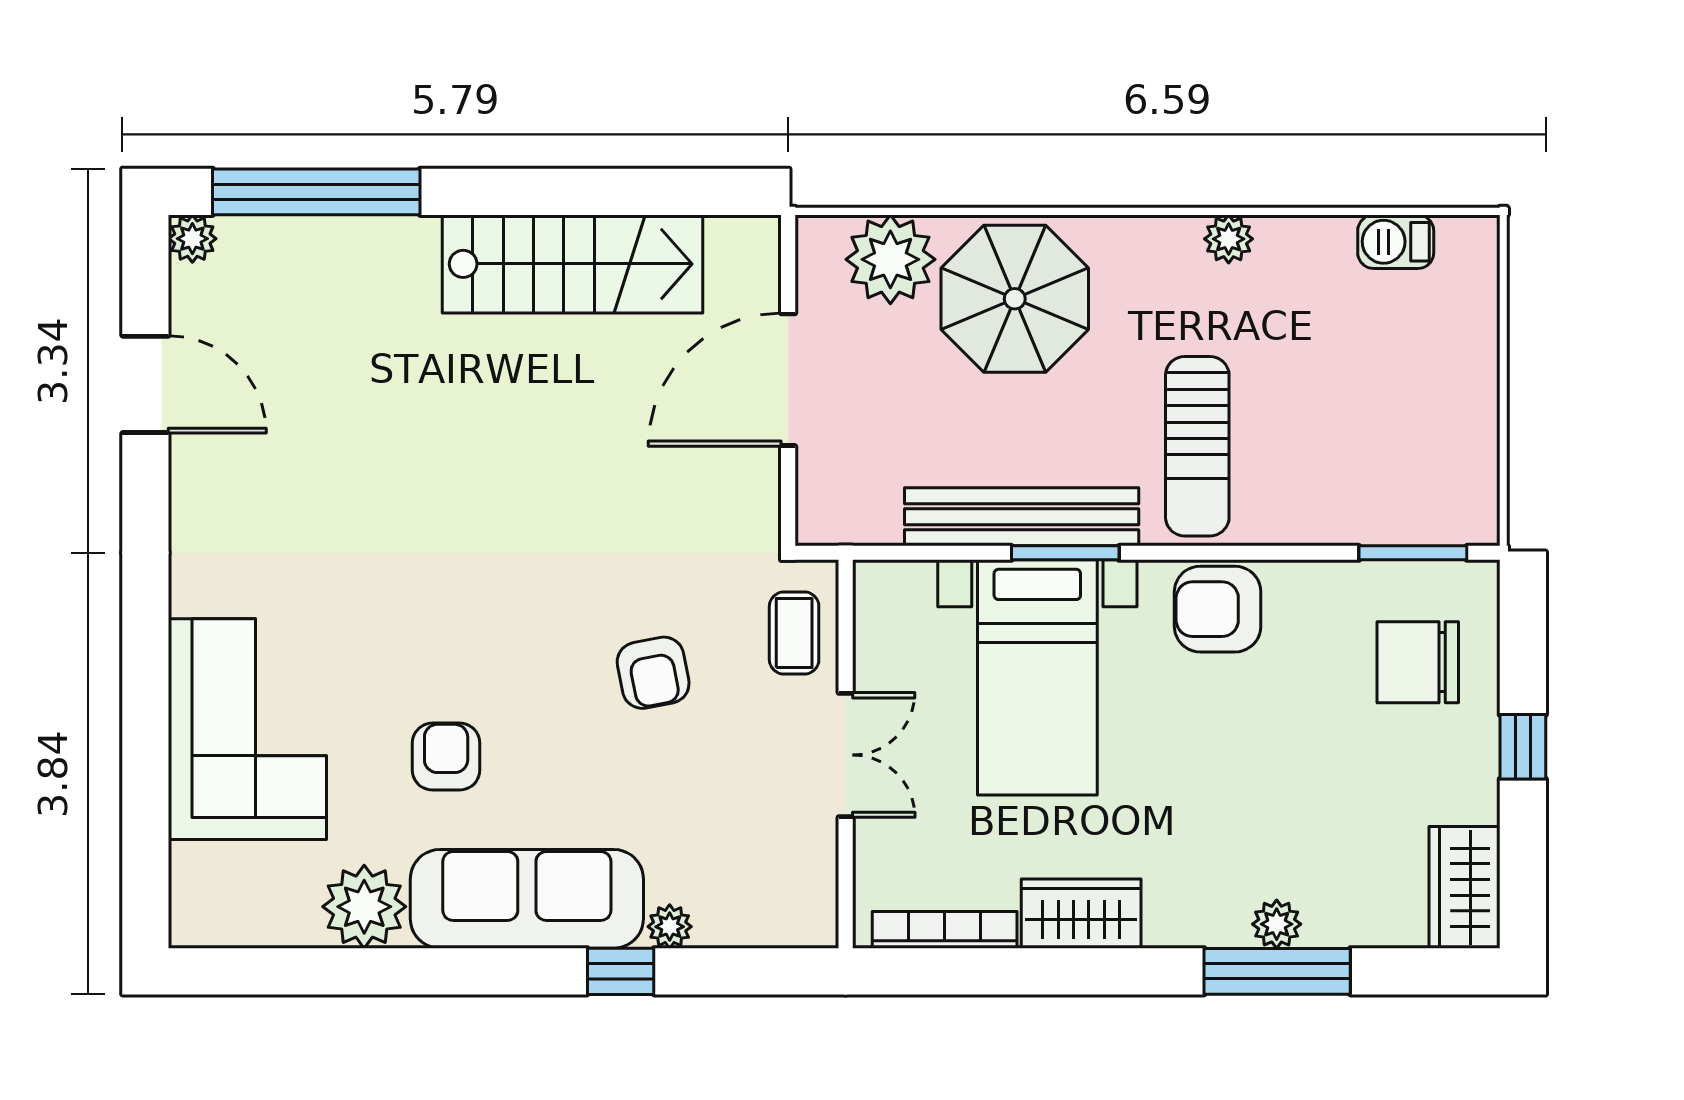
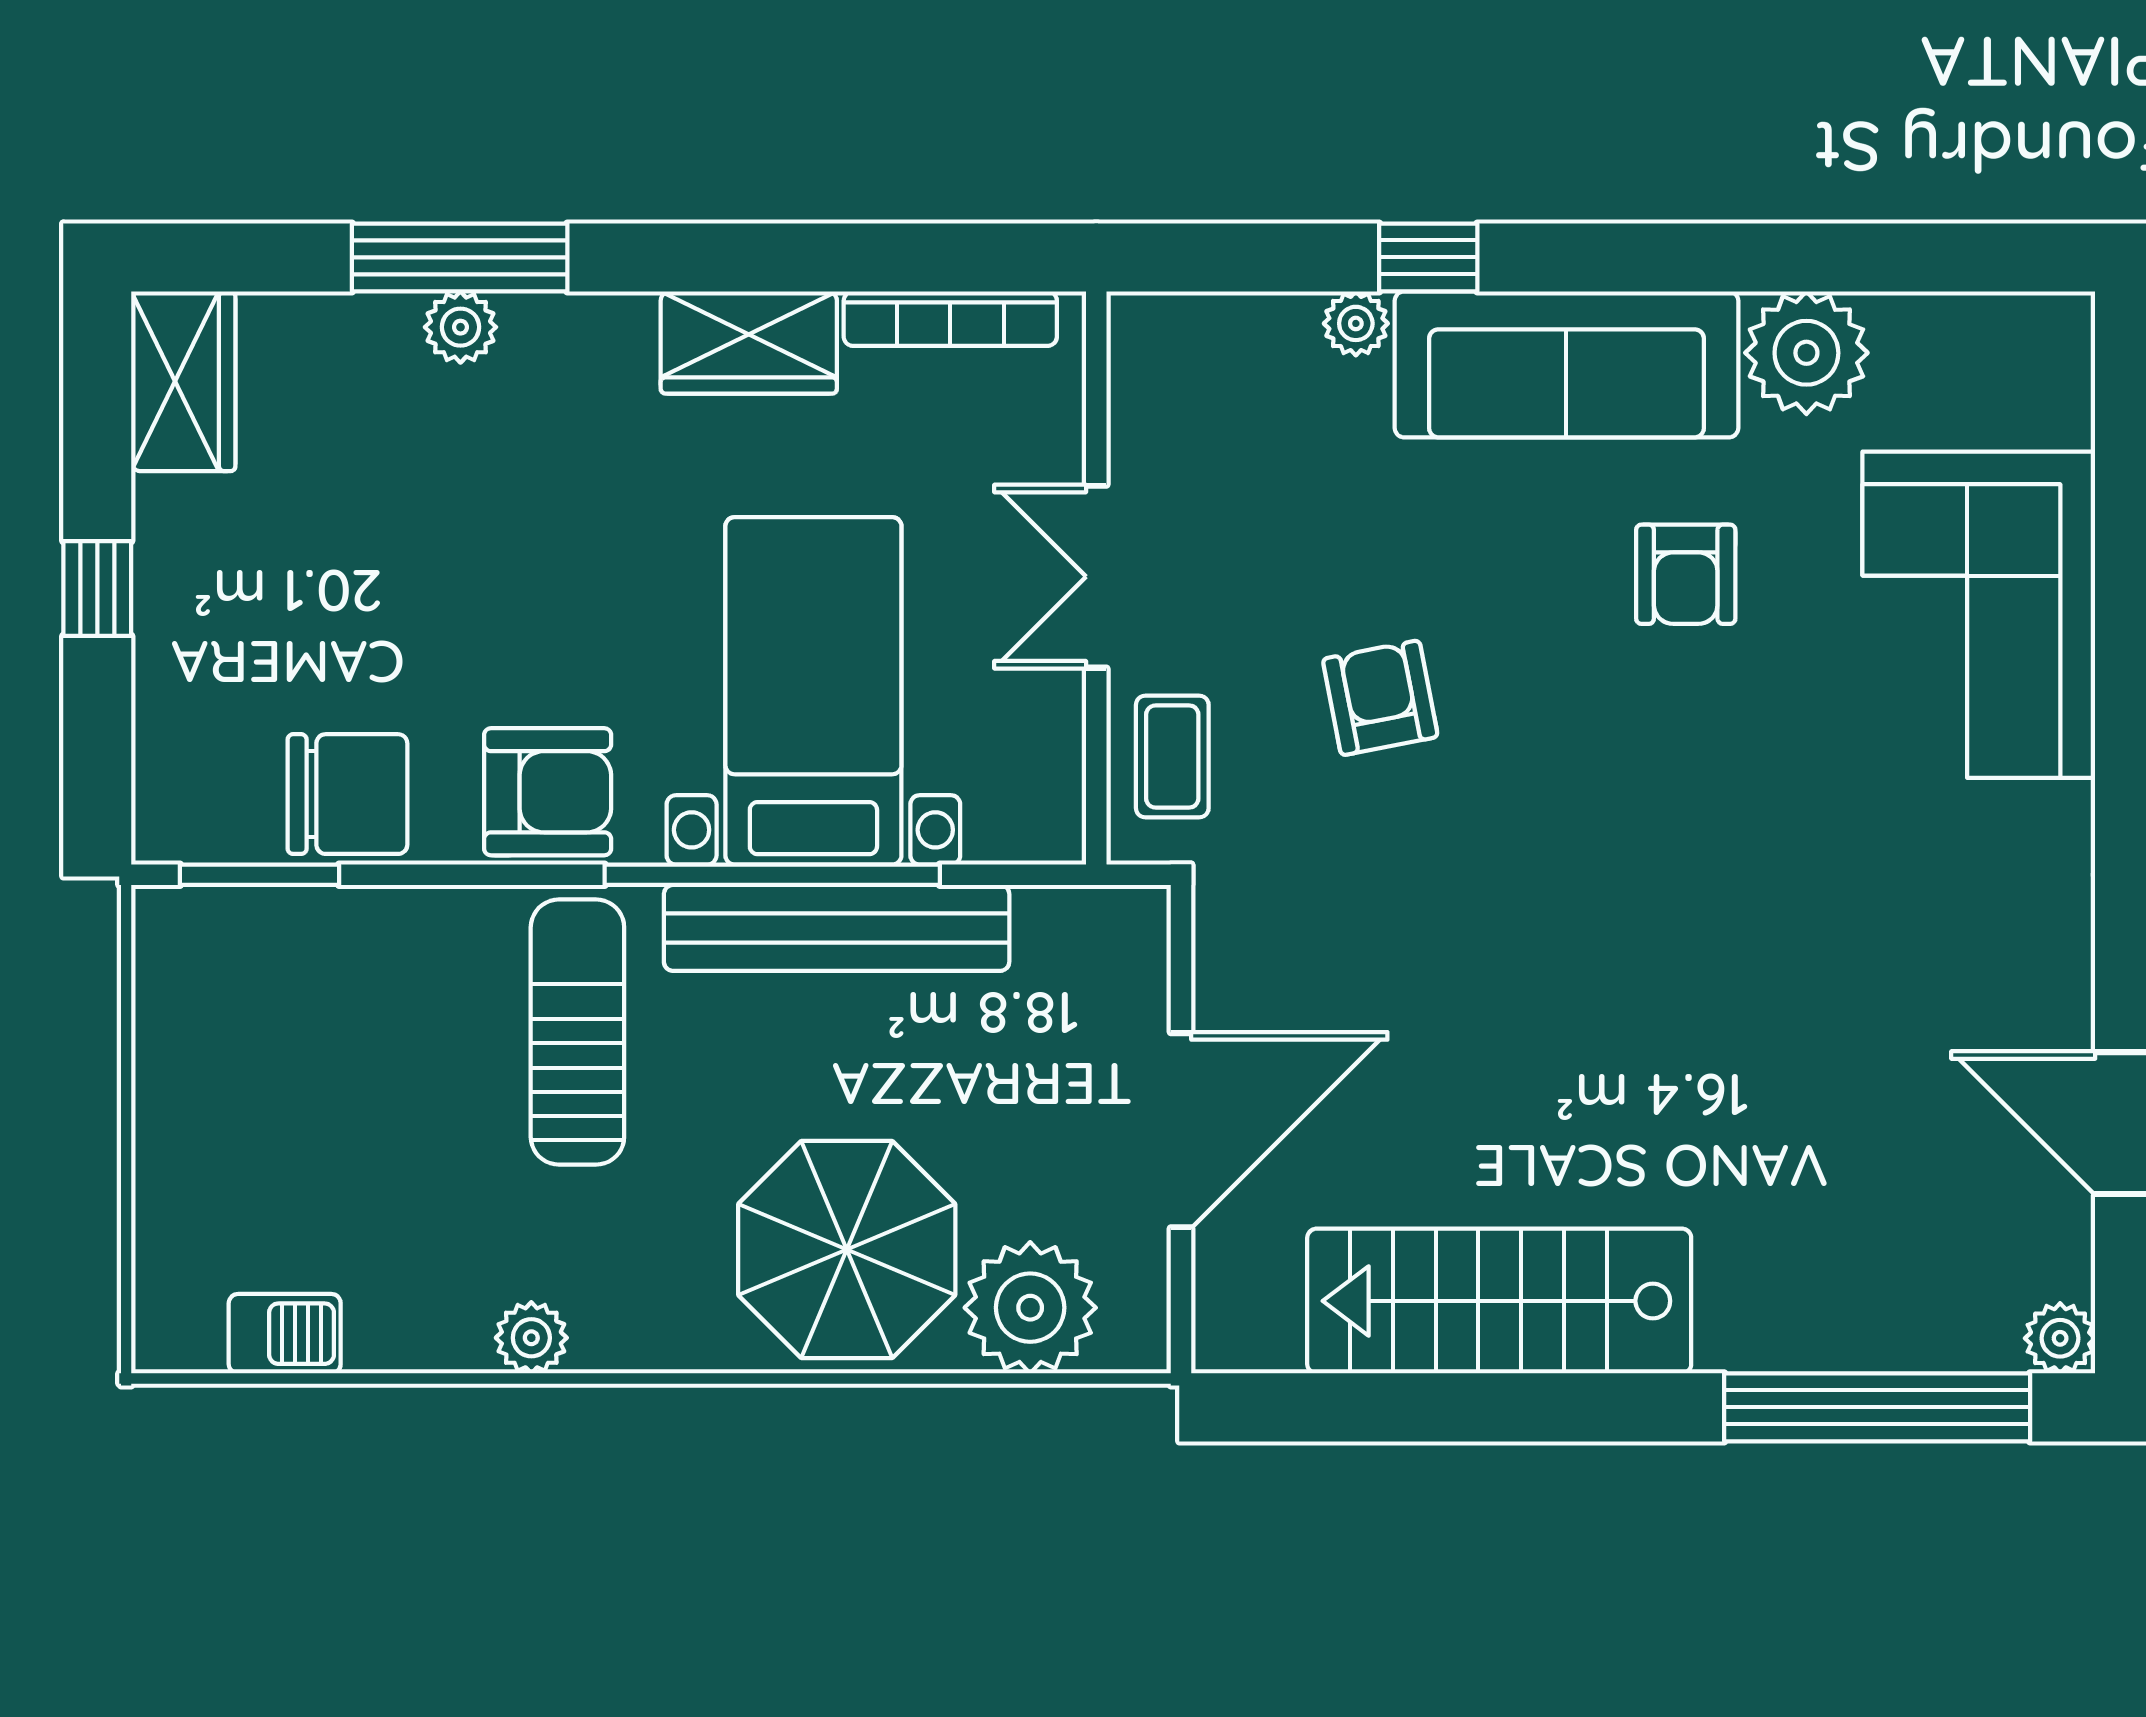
window: (1065, 553) -> (772, 875), width x2.11
chair: (1418, 662) -> (347, 794), moved

